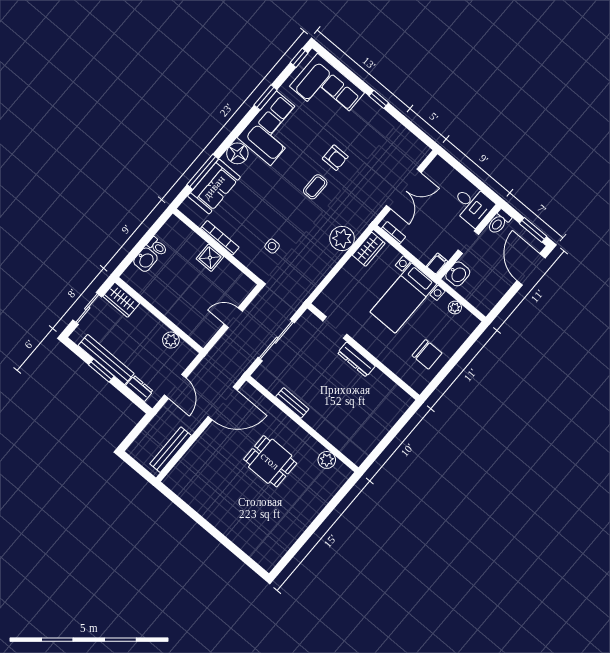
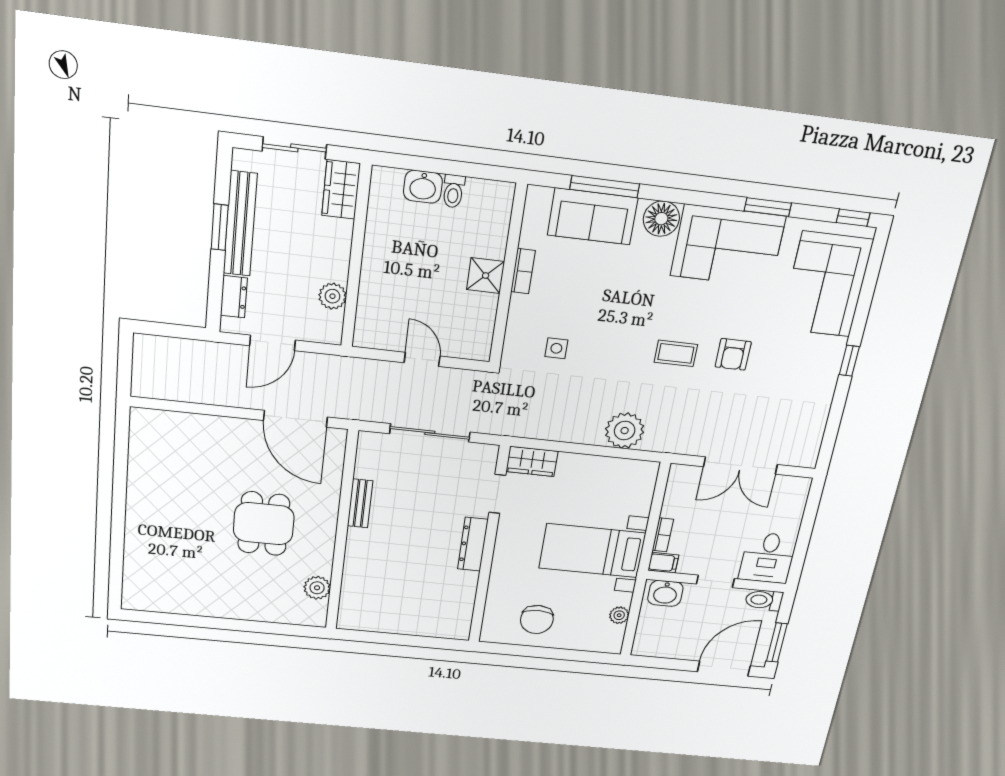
bookcase: (393, 233) -> (663, 535), moved
bookcase: (220, 238) -> (523, 271), width x0.64
wardrobe: (369, 249) -> (532, 461), moved
bench: (171, 450) -> (182, 391), removed

